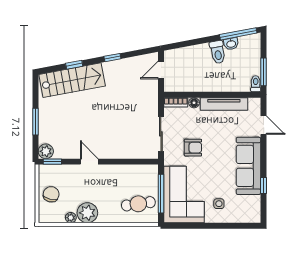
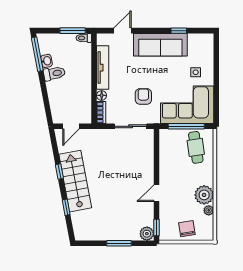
door: (161, 70) -> (71, 126), hinge flipped
stairs: (72, 80) -> (75, 181), moved
chair: (51, 194) -> (187, 229), turned 67

